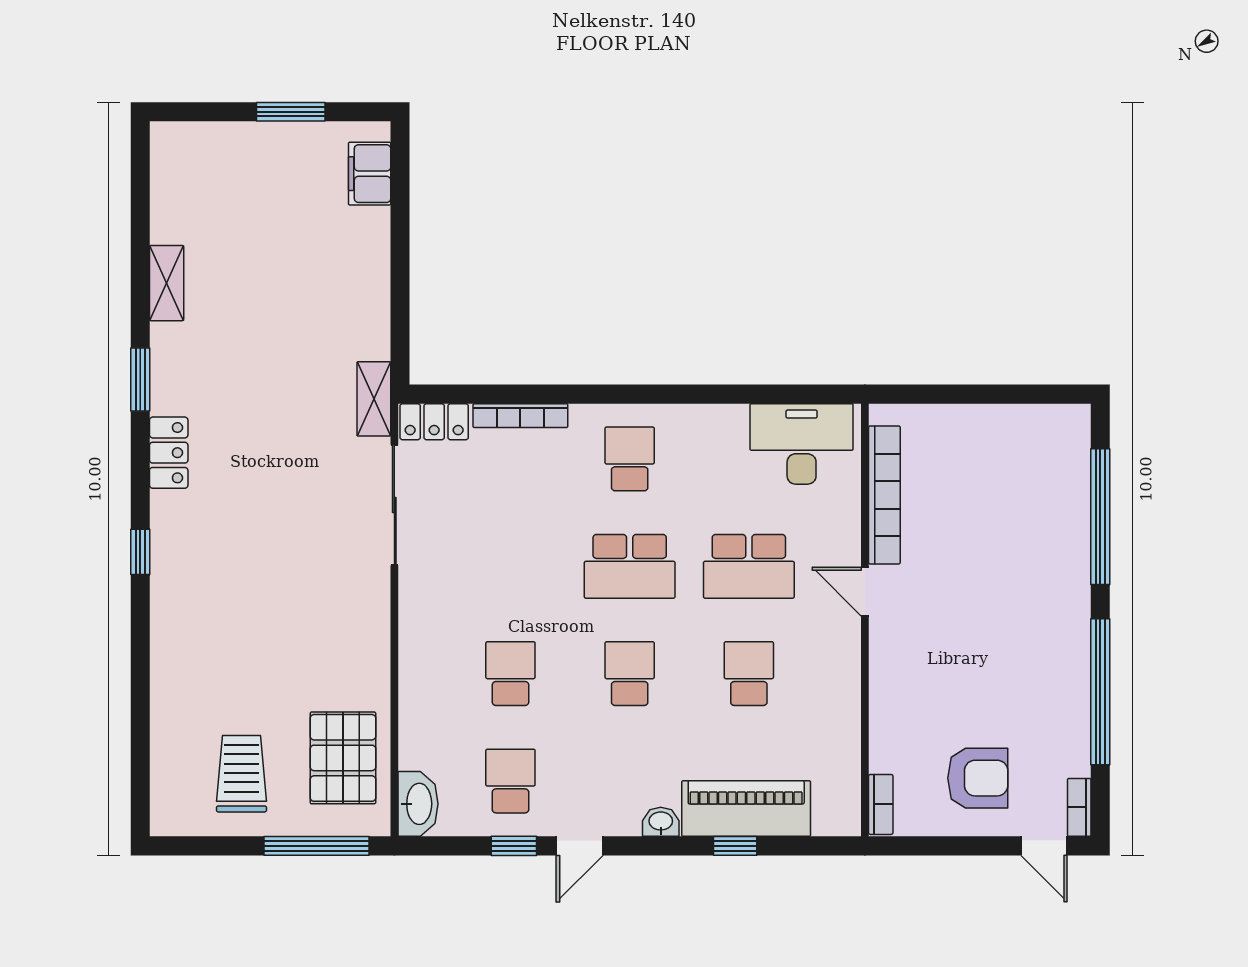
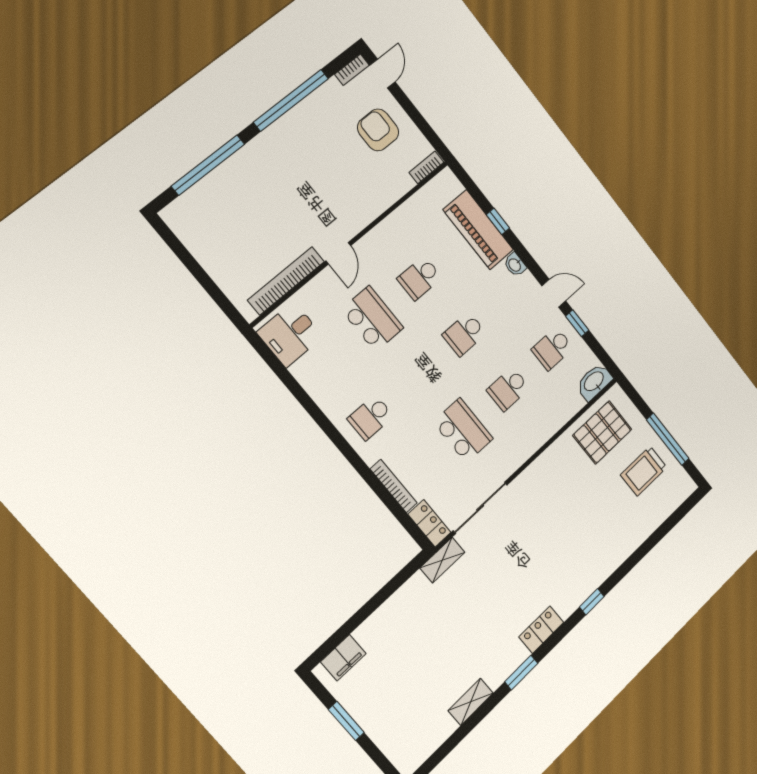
desk: (802, 444) -> (290, 334), width x0.73
school desk: (630, 566) -> (463, 430), moved
window: (316, 846) -> (668, 439), moved

